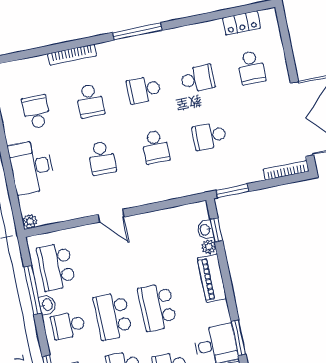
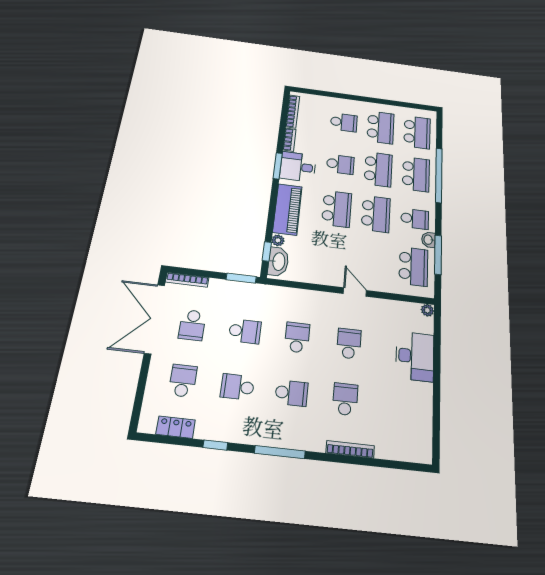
window: (199, 19) -> (215, 445), added
school desk: (36, 112) -> (192, 325), moved
washbasin: (205, 230) -> (278, 262), width x1.91, depth x1.45
piano: (212, 278) -> (287, 209), width x1.37, depth x1.33

